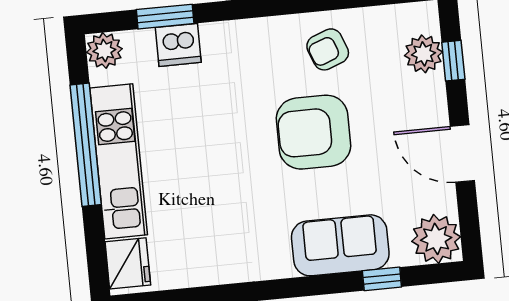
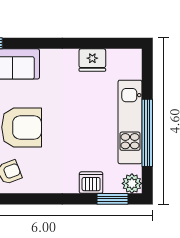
window: (165, 17) -> (113, 199), moved
fridge: (128, 263) -> (92, 60), moved, turned -90

